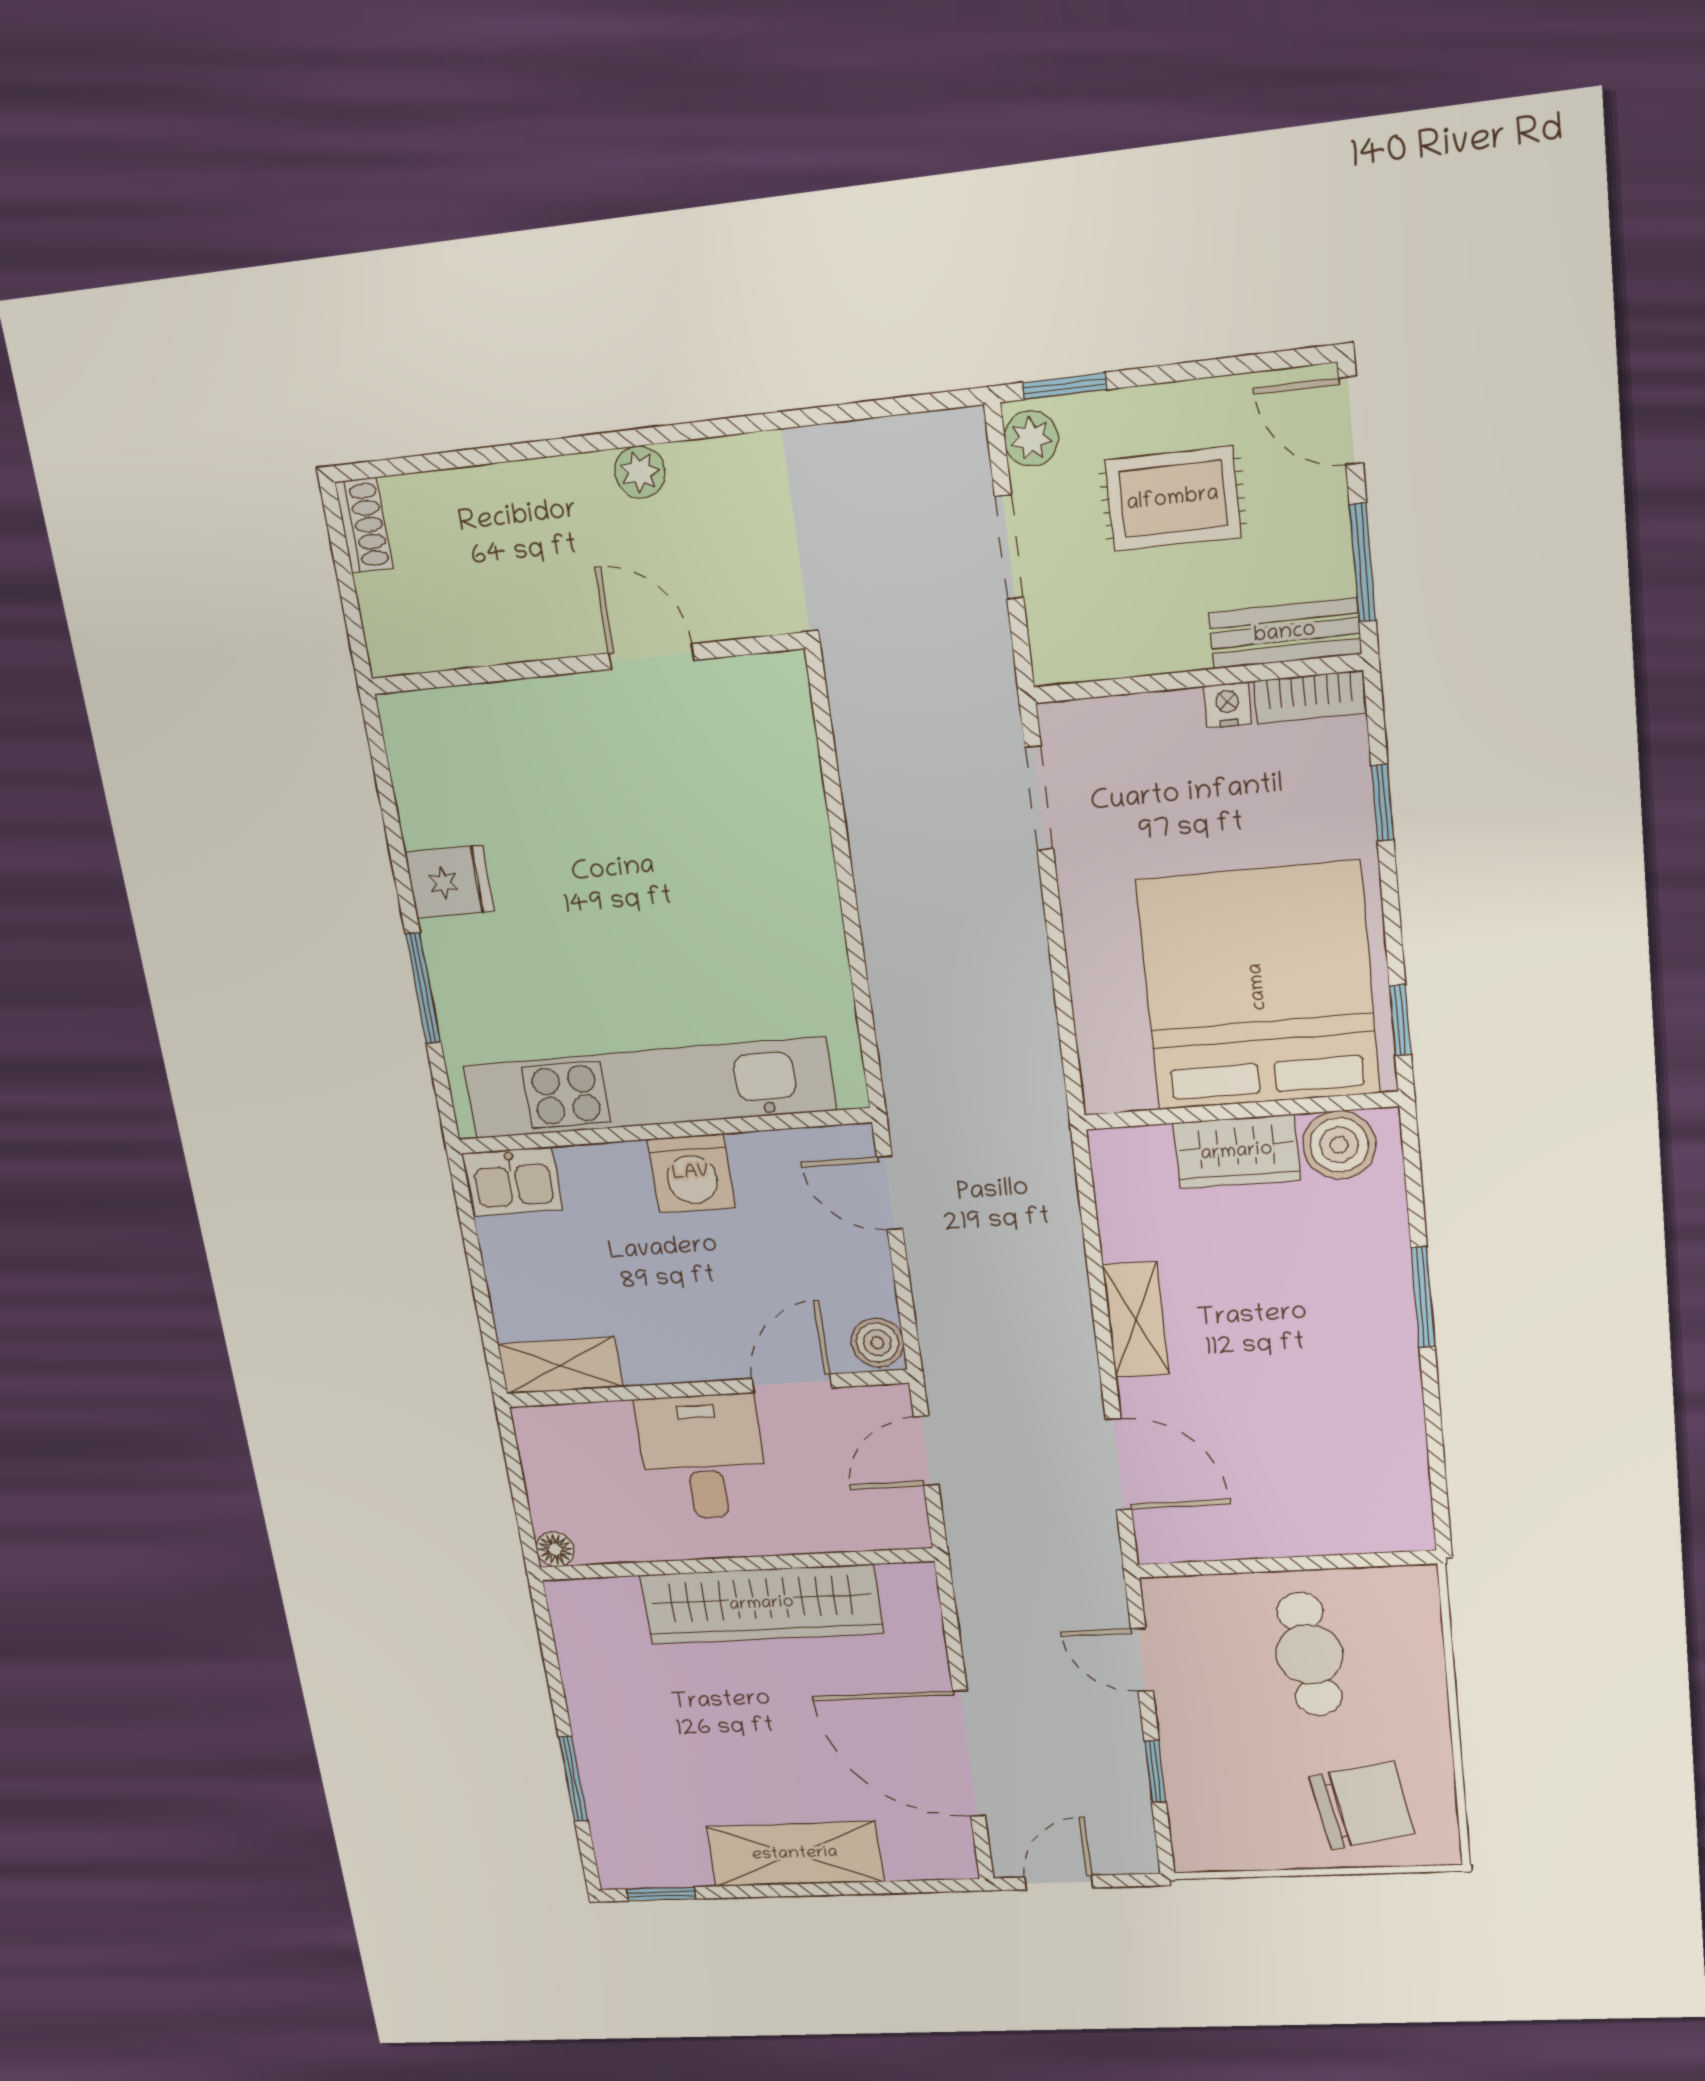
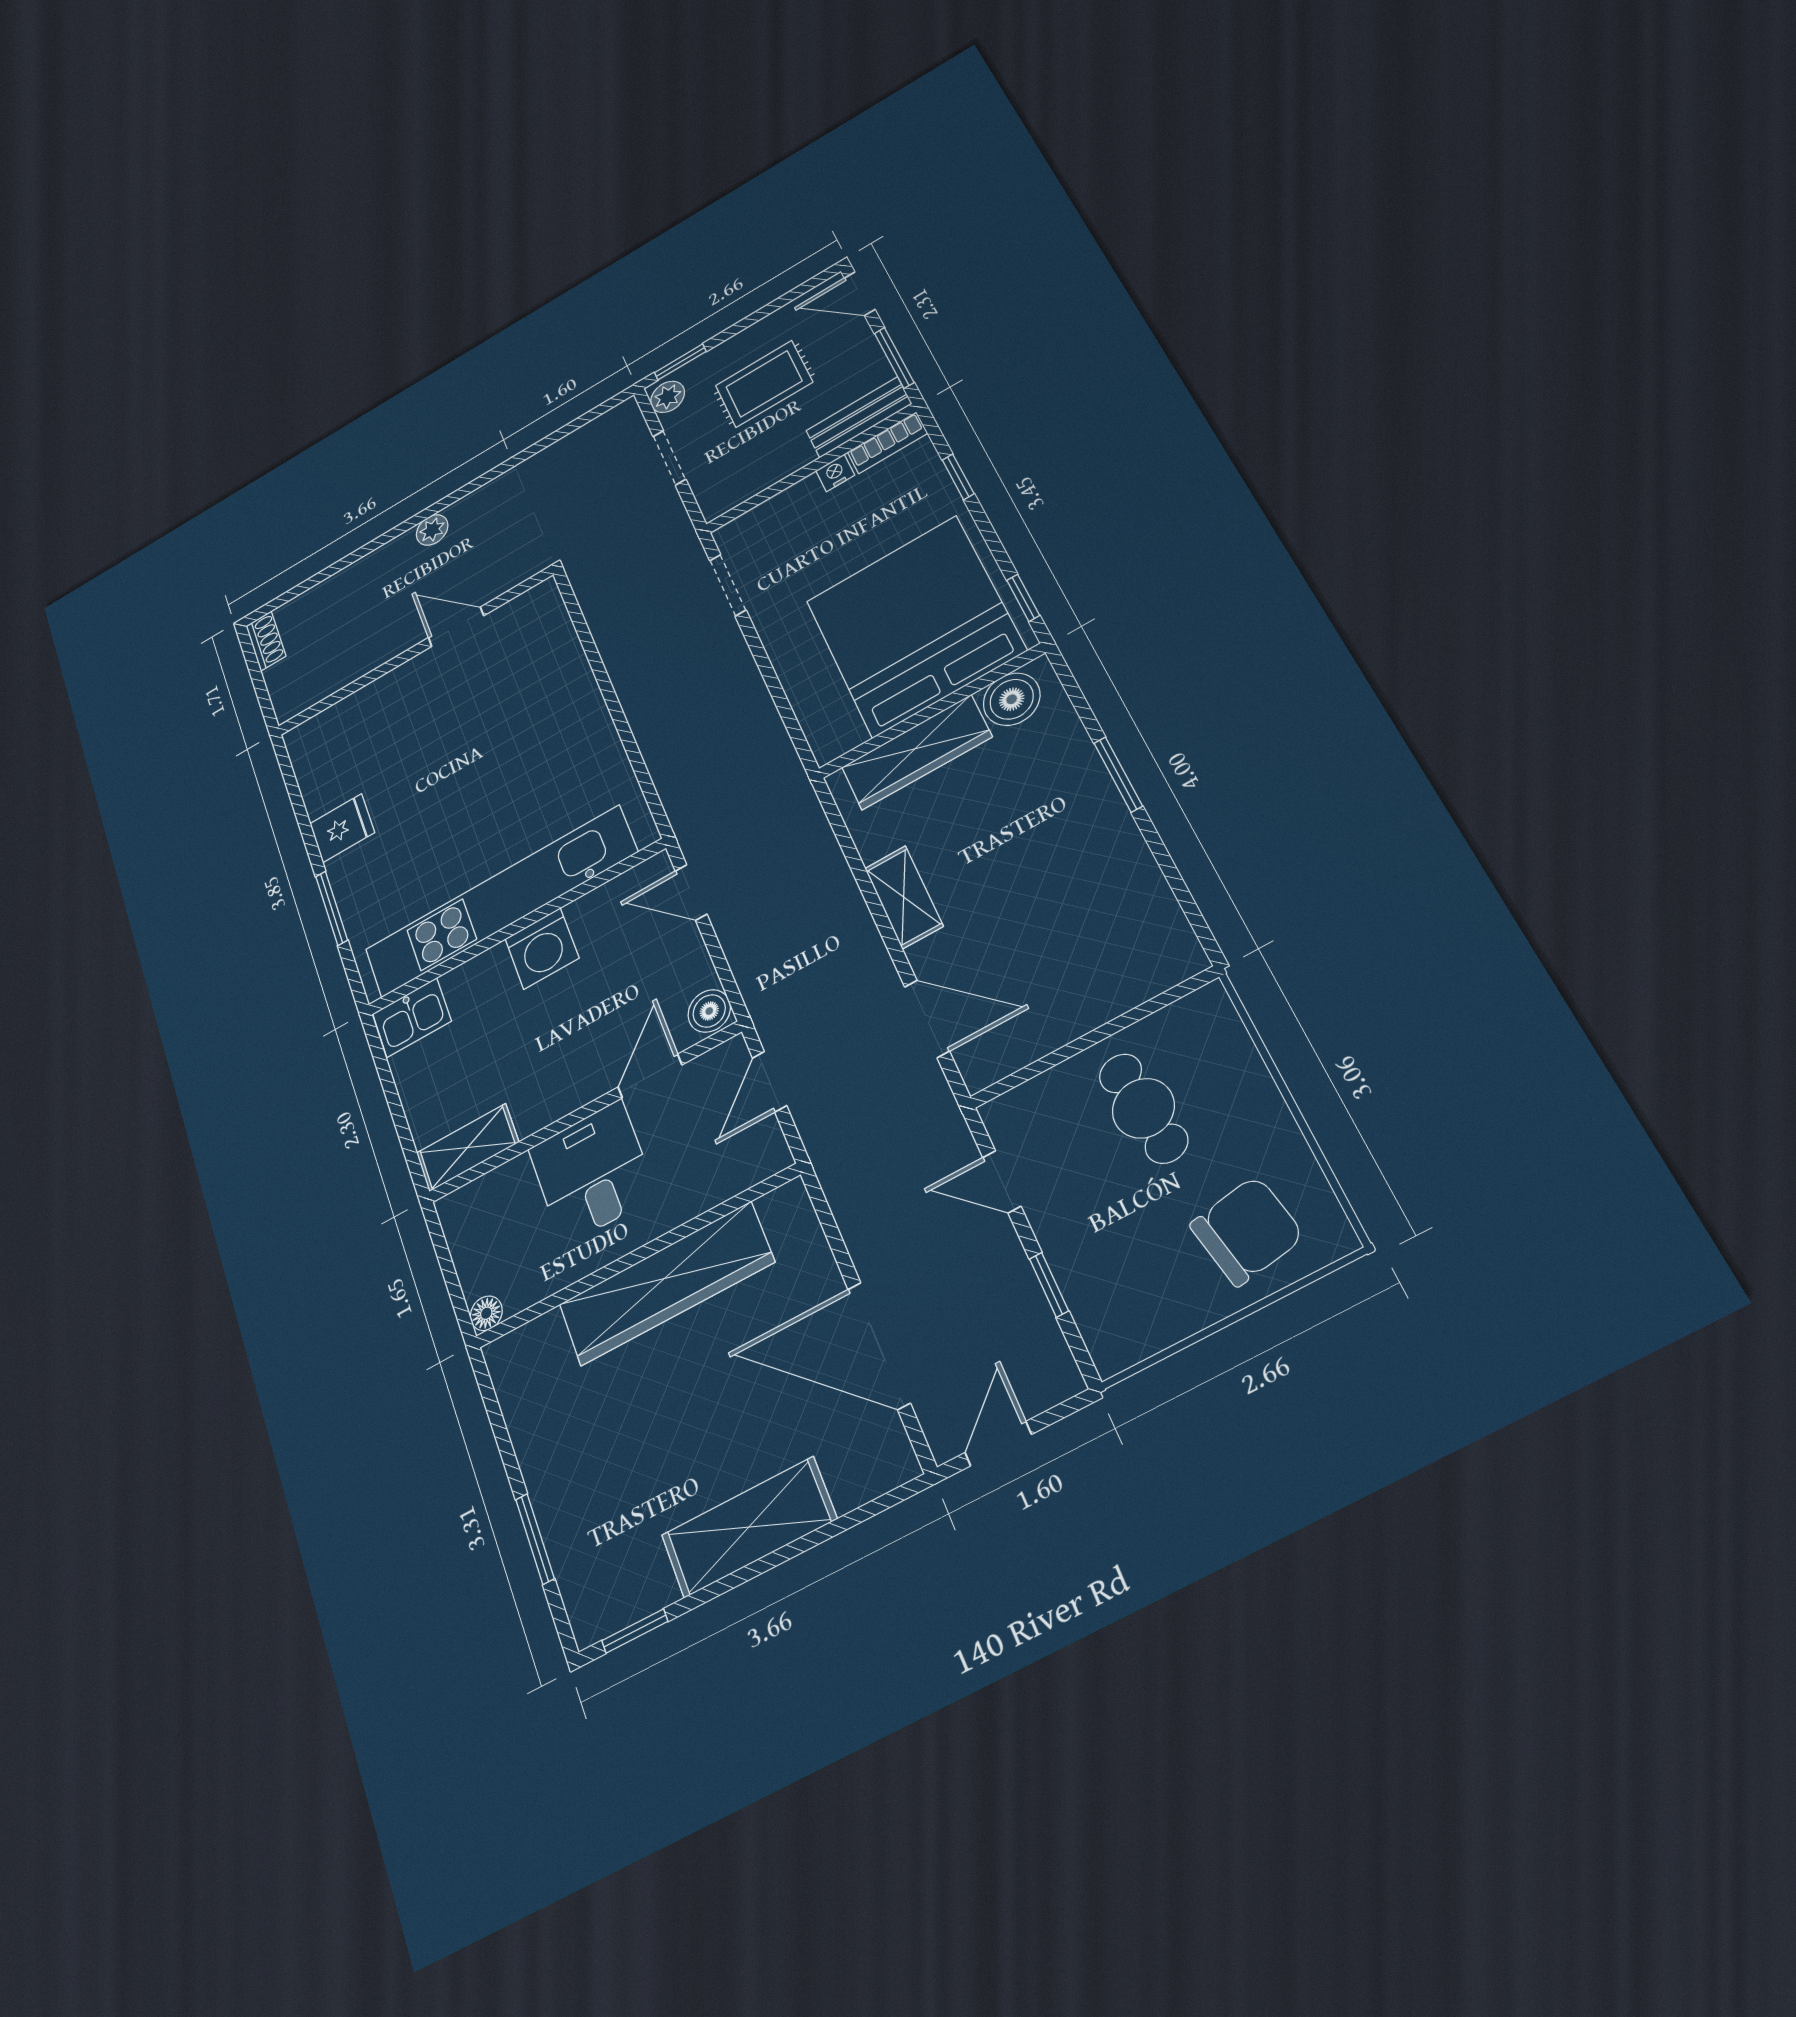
wardrobe: (1237, 1152) -> (917, 752), width x1.50

